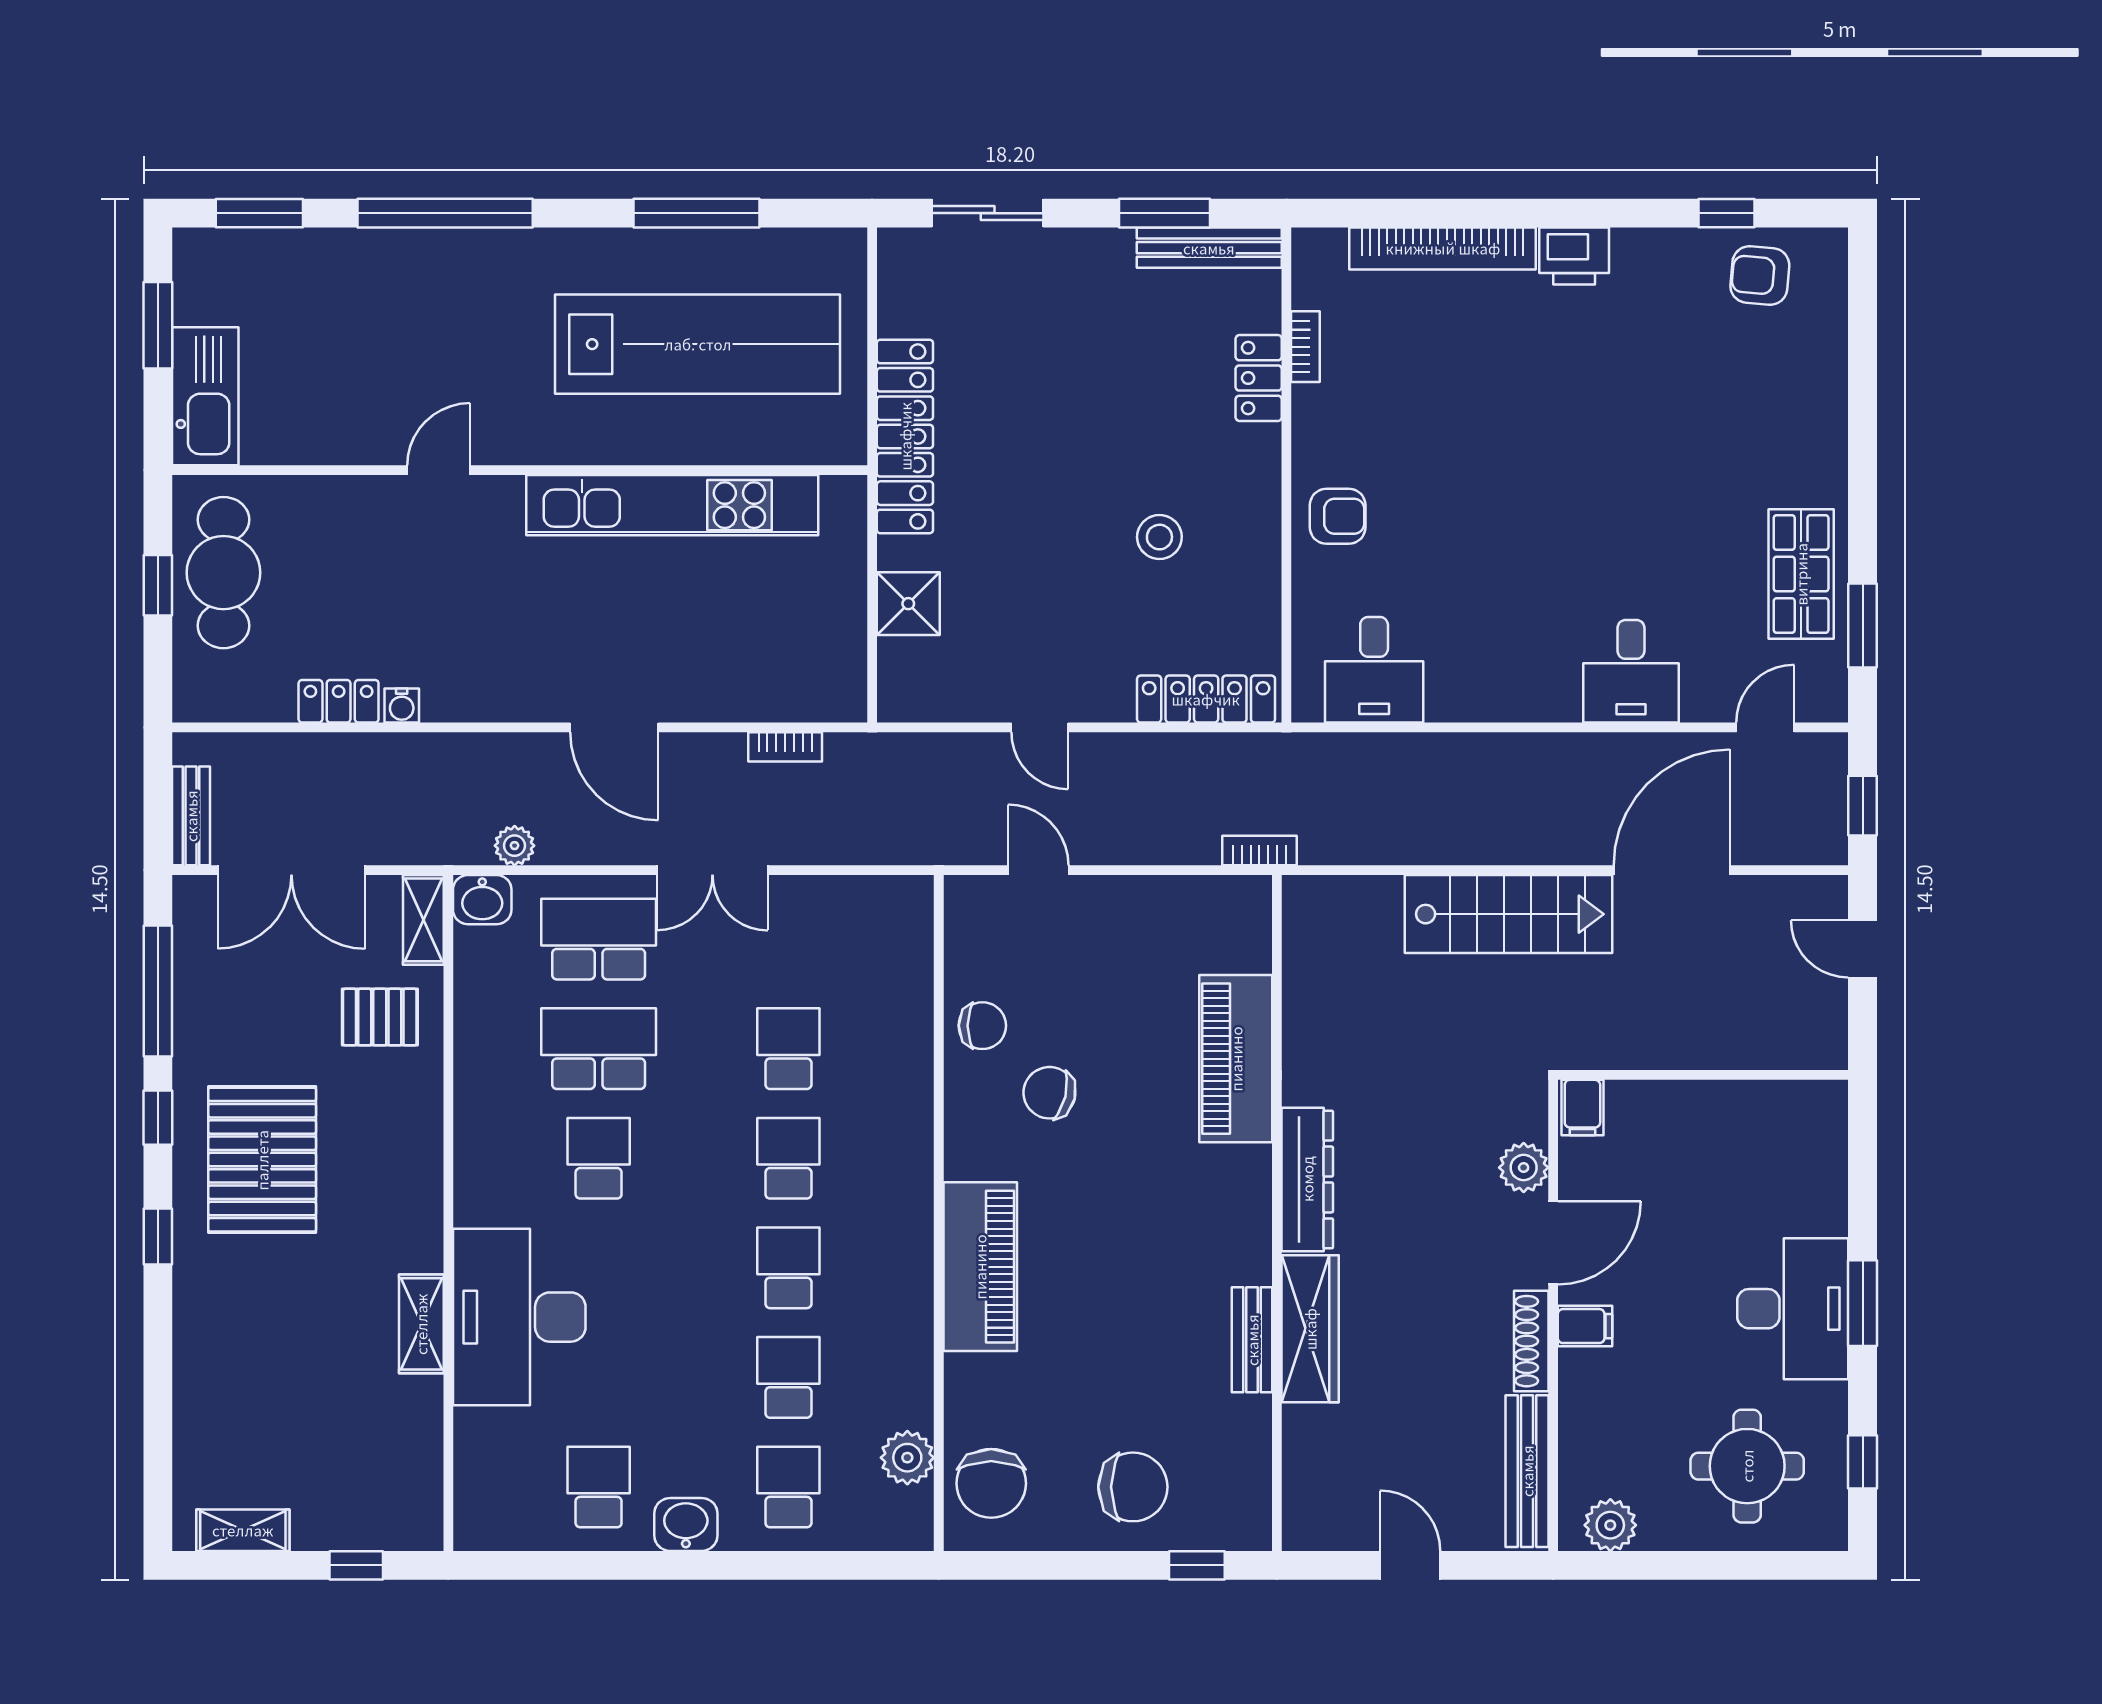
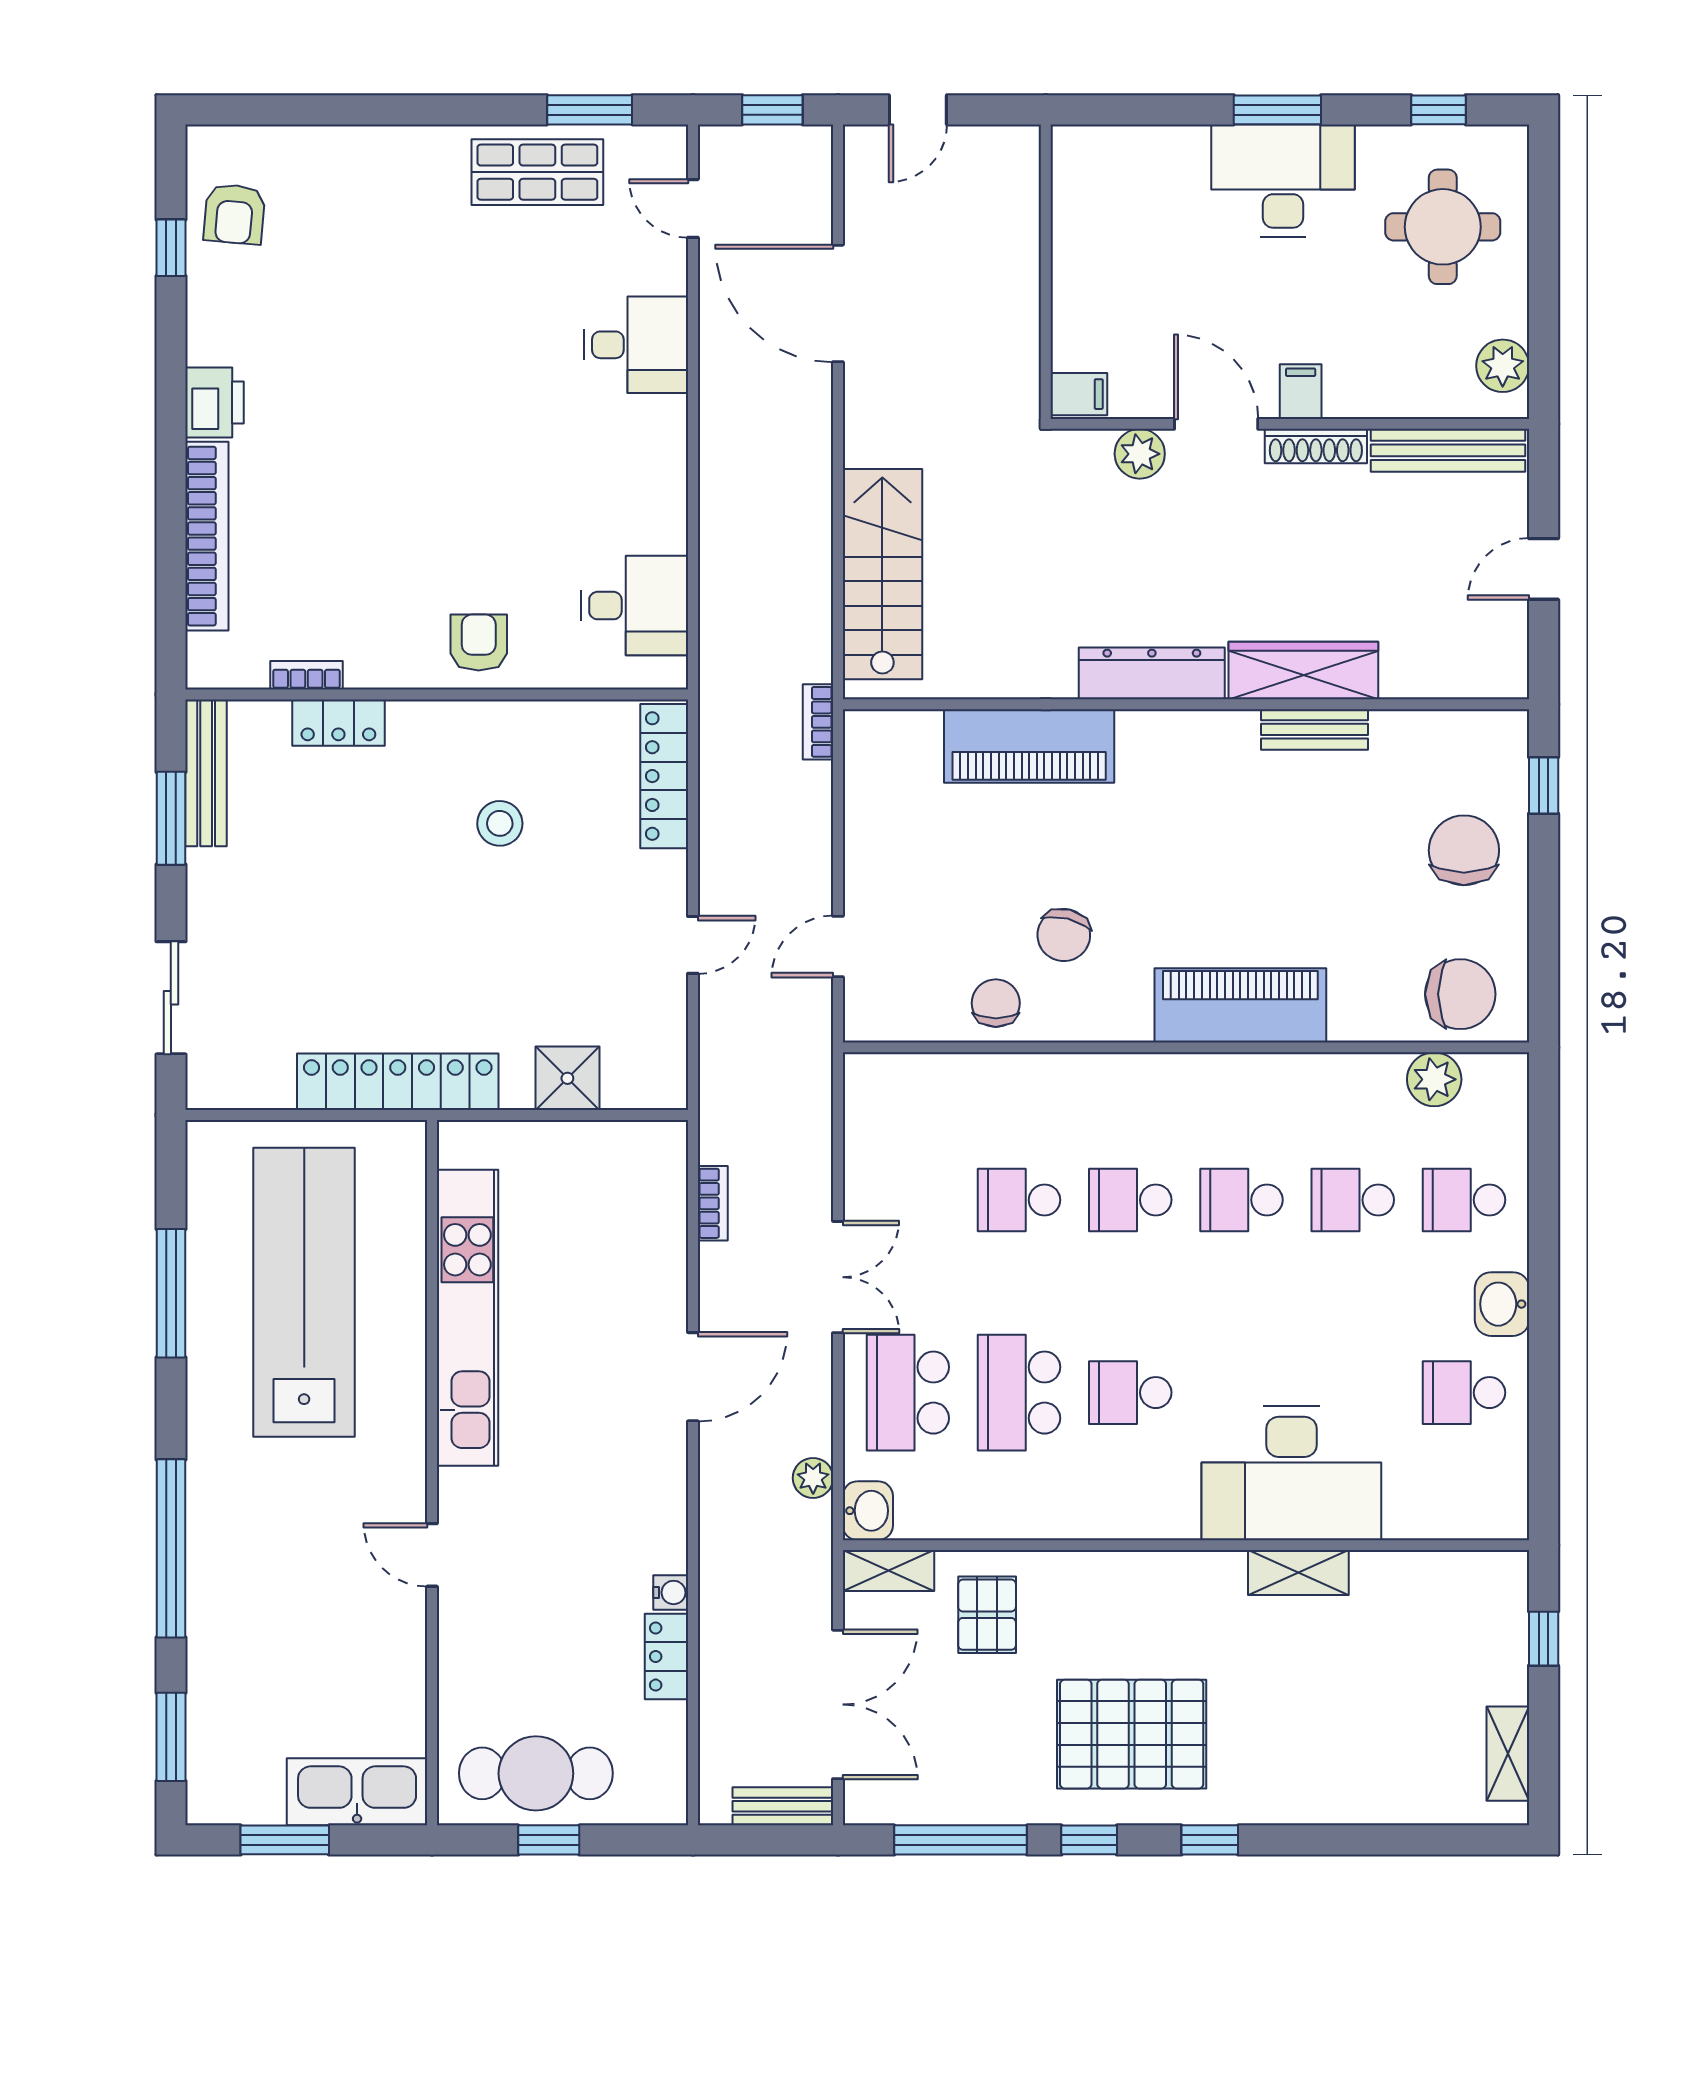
stairs: (1508, 914) -> (882, 574), moved

